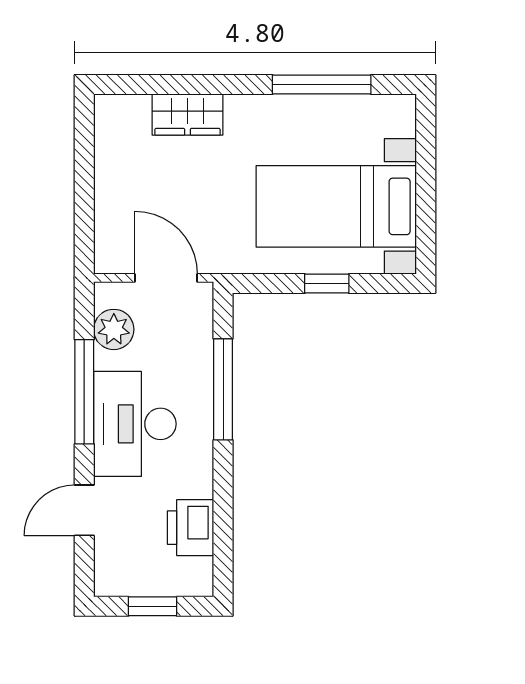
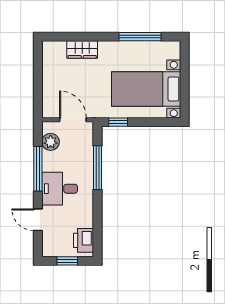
window: (327, 284) -> (118, 122), moved
desk: (135, 424) -> (60, 189), width x0.73
door: (84, 510) -> (38, 220), hinge flipped
printer: (191, 528) -> (84, 240), moved

